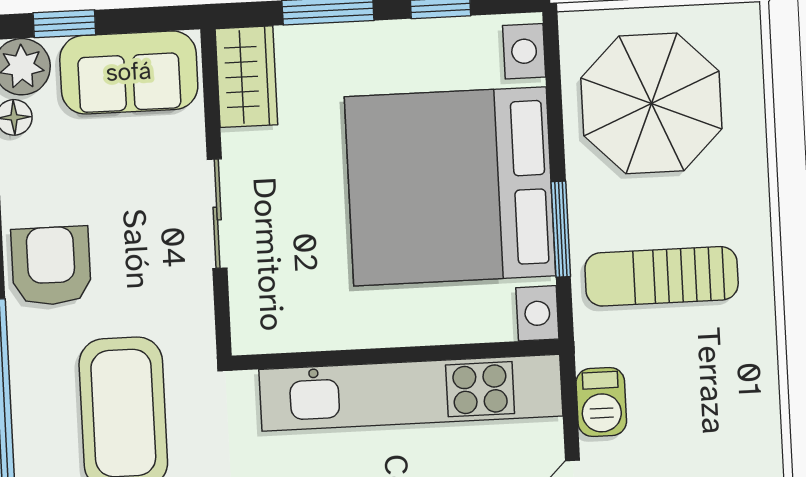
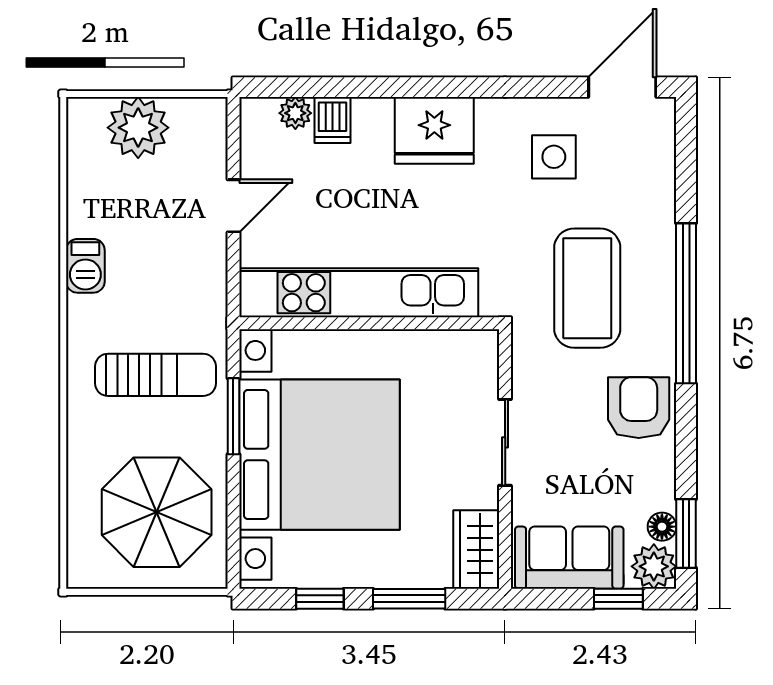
armchair: (51, 266) -> (639, 408), turned 180
barbecue: (601, 402) -> (85, 266), moved, turned 180

